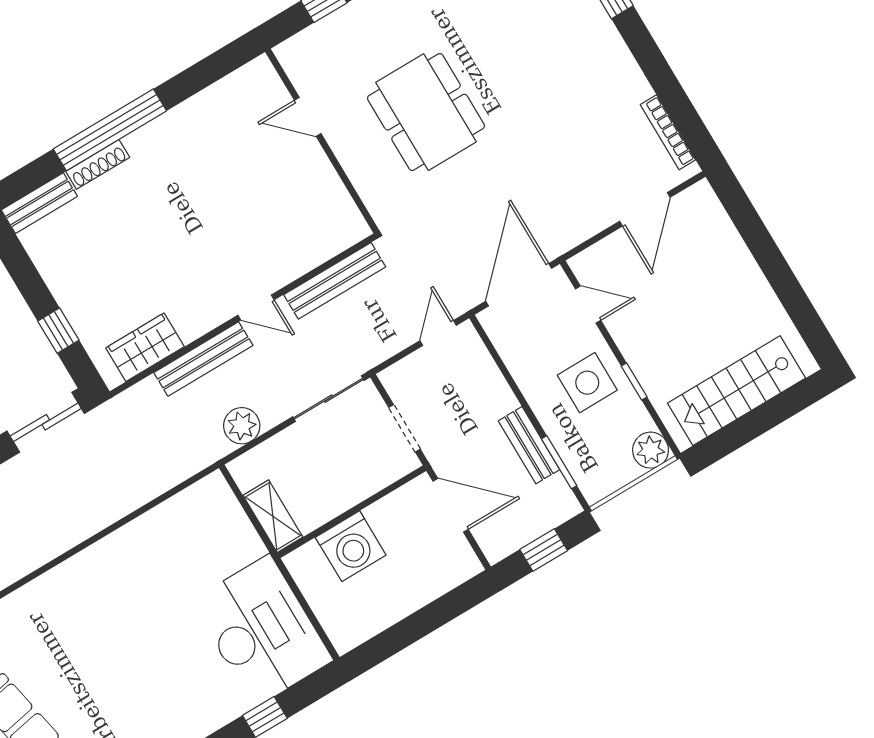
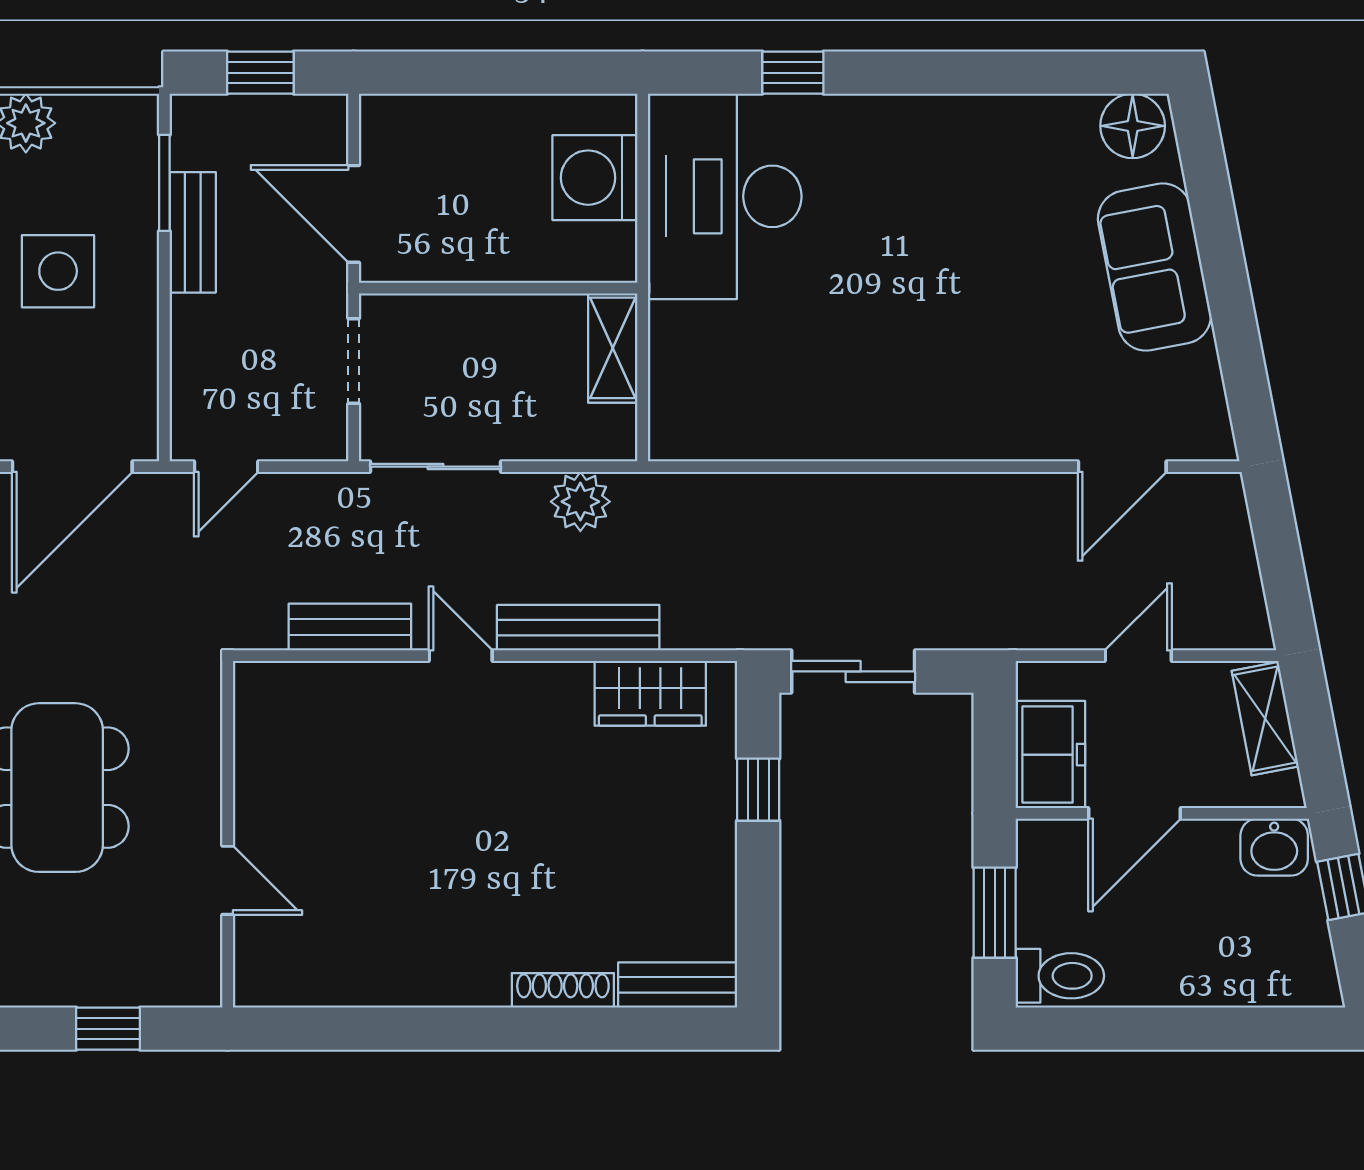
window: (110, 130) -> (517, 1029), removed
bench: (335, 281) -> (350, 627), width x0.73
washing machine: (351, 546) -> (595, 178), moved, turned -90

